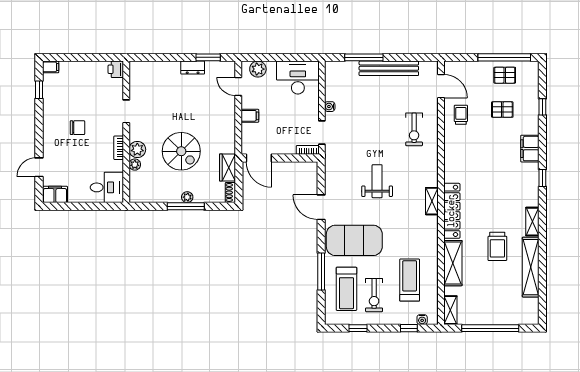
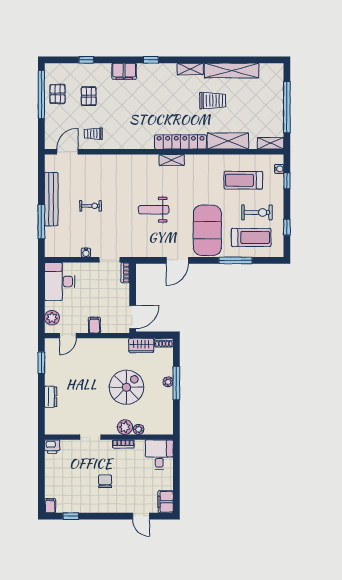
dresser: (193, 68) -> (51, 397), moved
exercise bike: (414, 129) -> (91, 206), moved, width x0.73, depth x0.72

